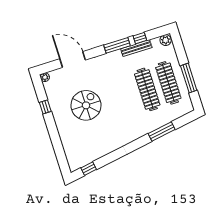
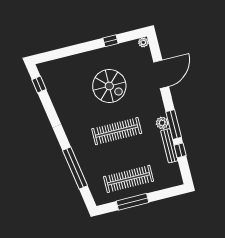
plant: (166, 40) -> (162, 123), moved
clothes rail: (147, 89) -> (117, 131), moved
window: (162, 132) -> (75, 168), width x1.46

